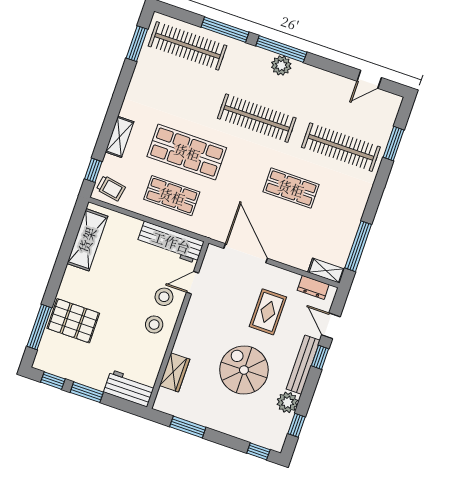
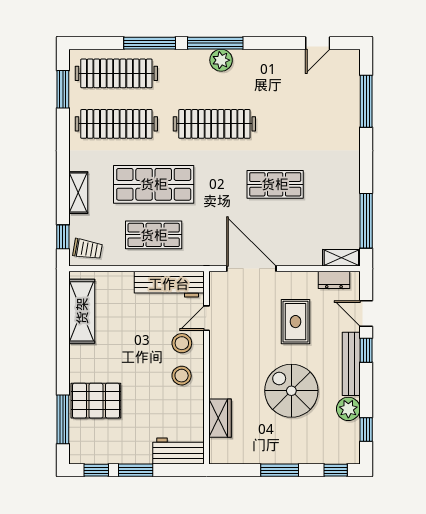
window: (394, 144) -> (366, 101), width x1.44
clothes rail: (341, 147) -> (116, 124), moved
window: (188, 427) -> (280, 470), moved

